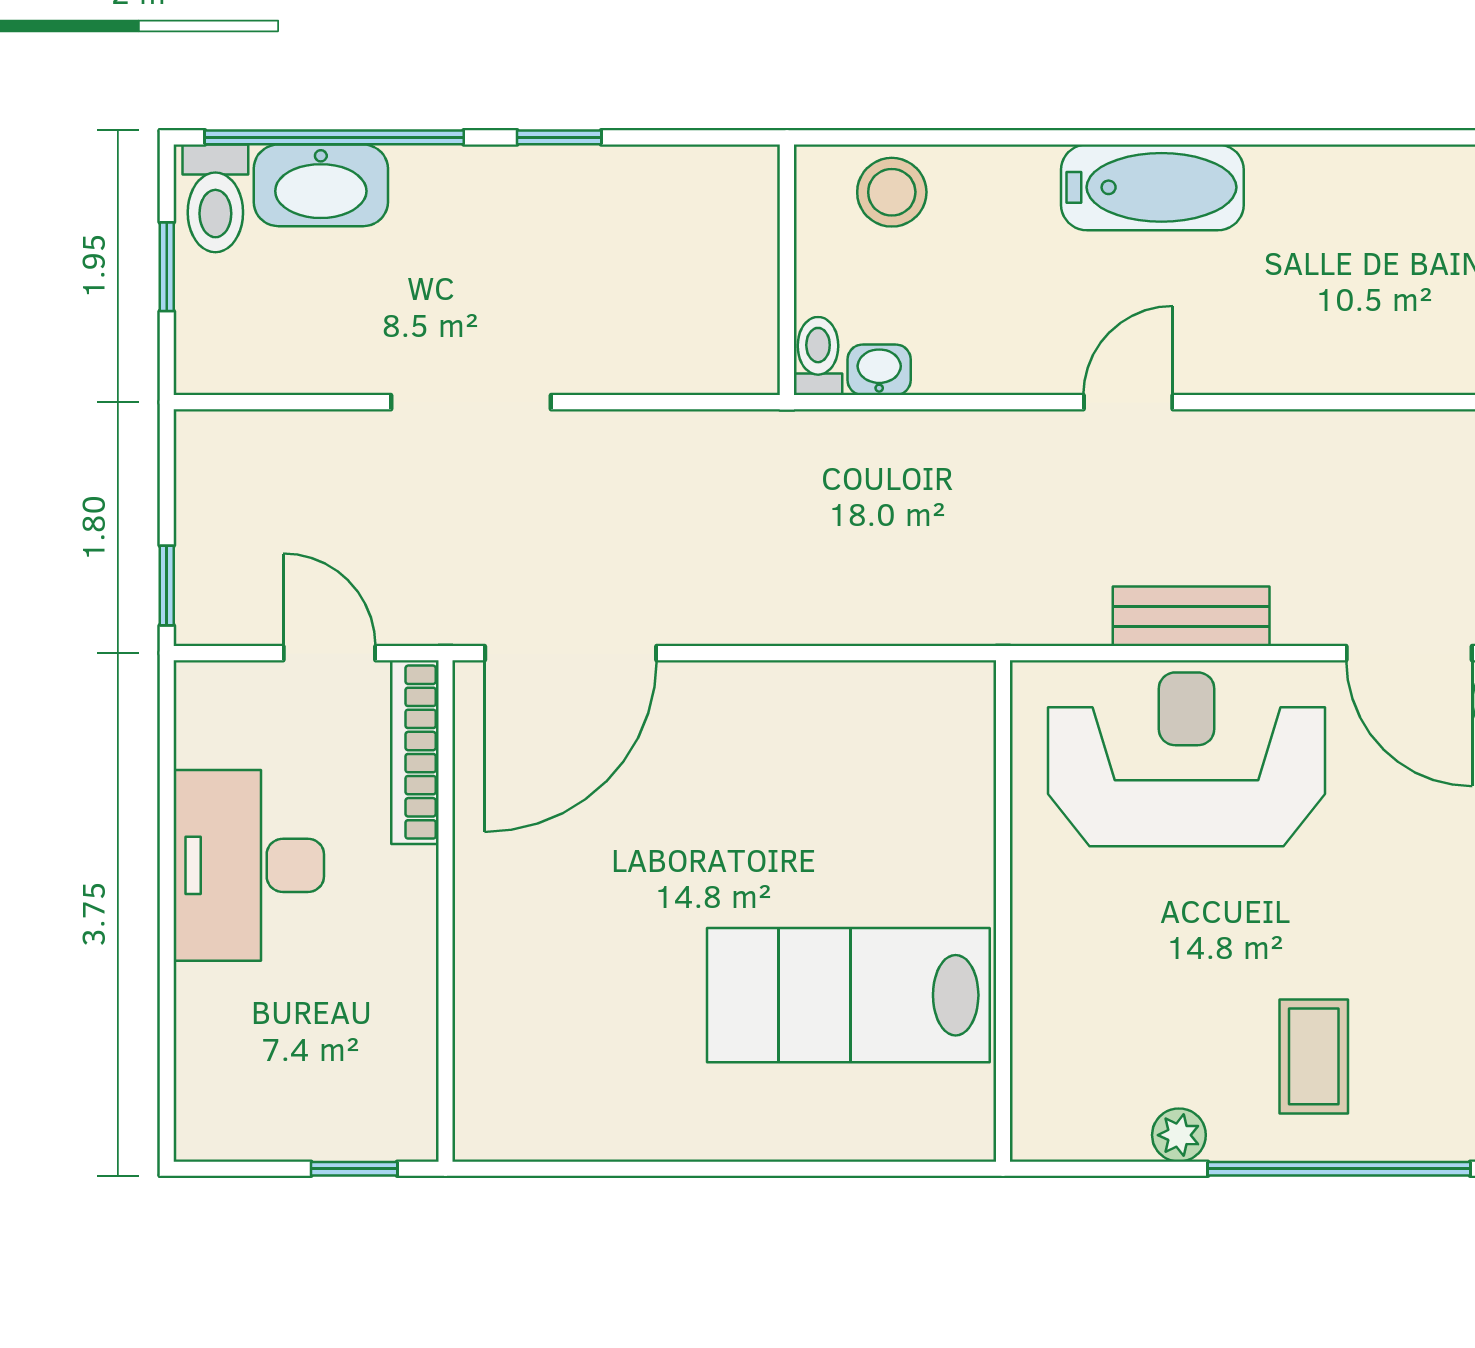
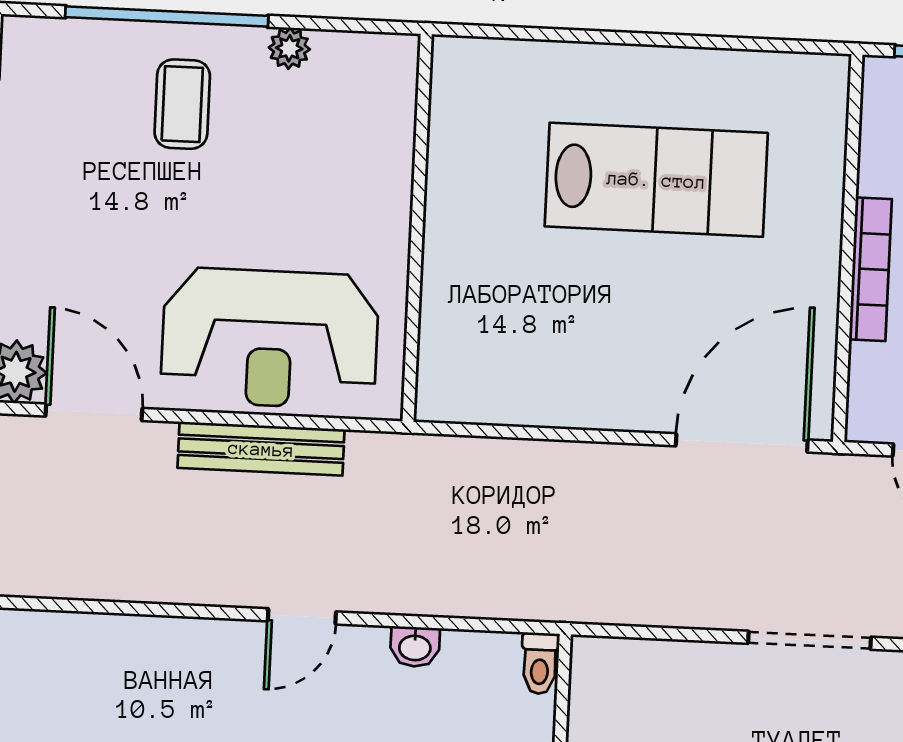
washbasin: (879, 370) -> (415, 647), moved
bench: (1191, 616) -> (261, 449), width x1.36
bookcase: (415, 752) -> (870, 269), moved
lab bench: (848, 995) -> (656, 180), moved

